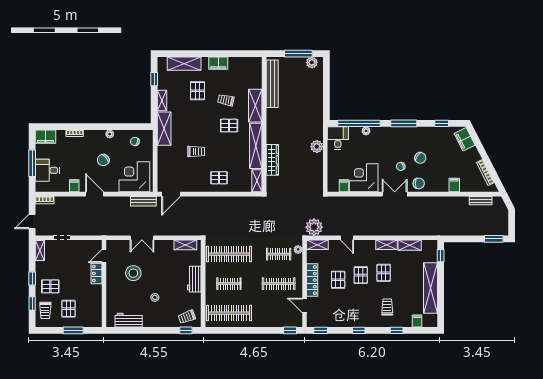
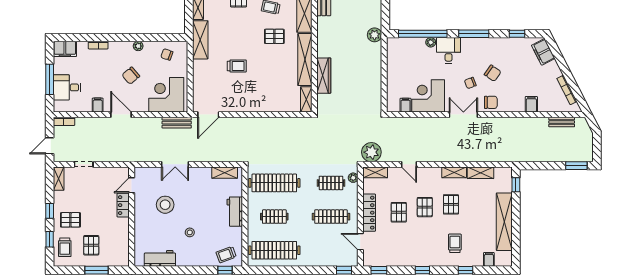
desk: (338, 138) -> (449, 50), moved
plant: (317, 147) -> (375, 35), moved
pallet: (219, 178) -> (263, 96), removed

